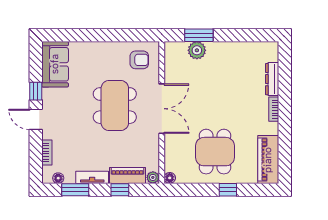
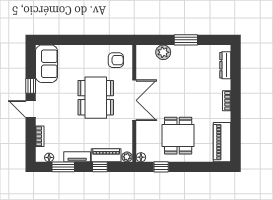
window: (199, 35) -> (186, 40), moved
dresser: (272, 79) -> (225, 65), moved
window: (228, 190) -> (161, 167), moved

